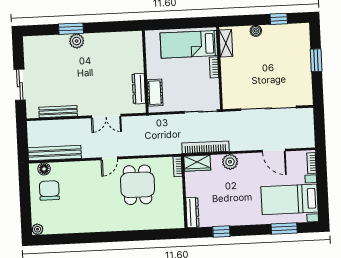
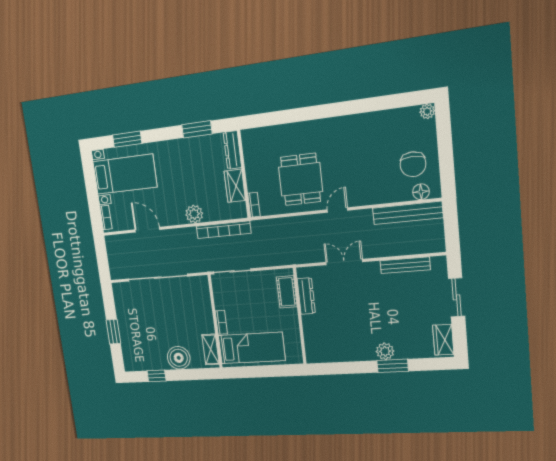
boiler: (256, 31) -> (179, 358), width x1.86, depth x1.86
wardrobe: (31, 50) -> (443, 340), added
wardrobe: (197, 163) -> (235, 186), moved, turned -90
window: (221, 231) -> (197, 129), width x1.50

